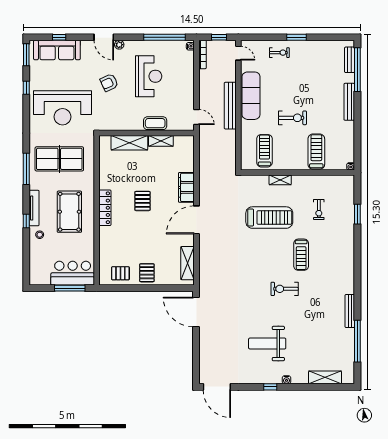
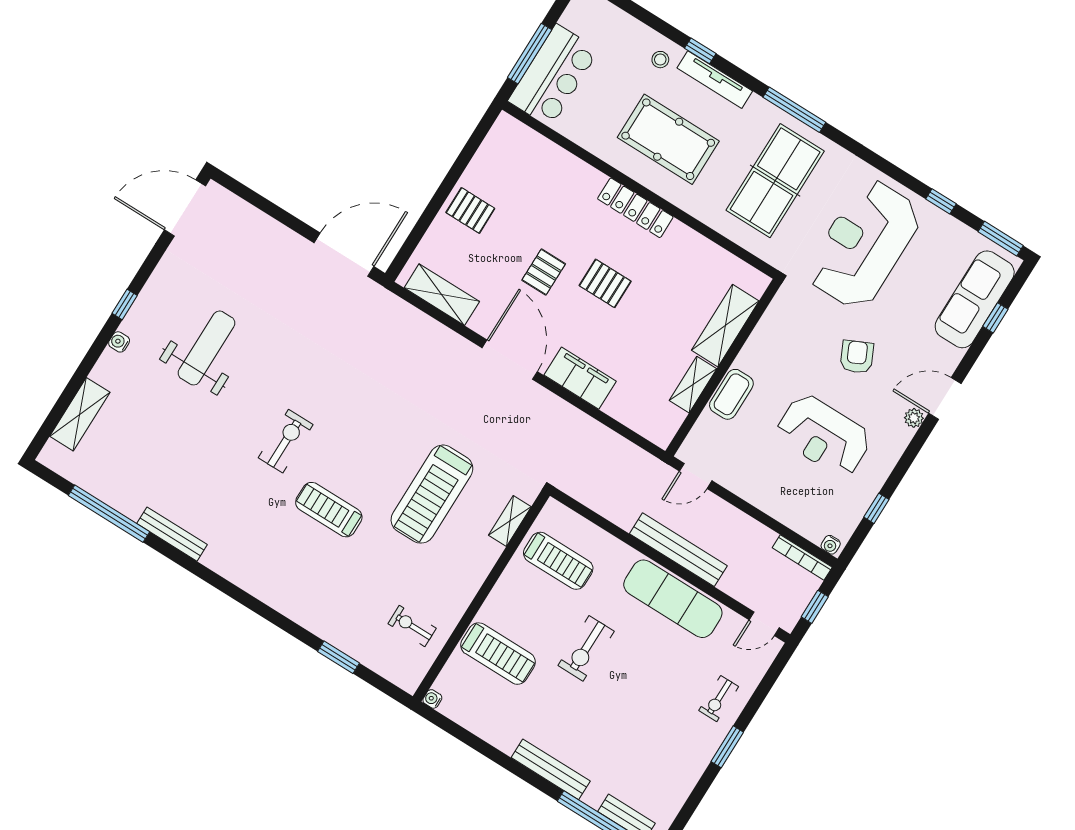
window: (164, 37) -> (876, 508), width x0.32
shelving: (280, 180) -> (510, 521), moved
exercise bike: (319, 210) -> (412, 626), moved
pallet: (120, 273) -> (544, 272), moved

